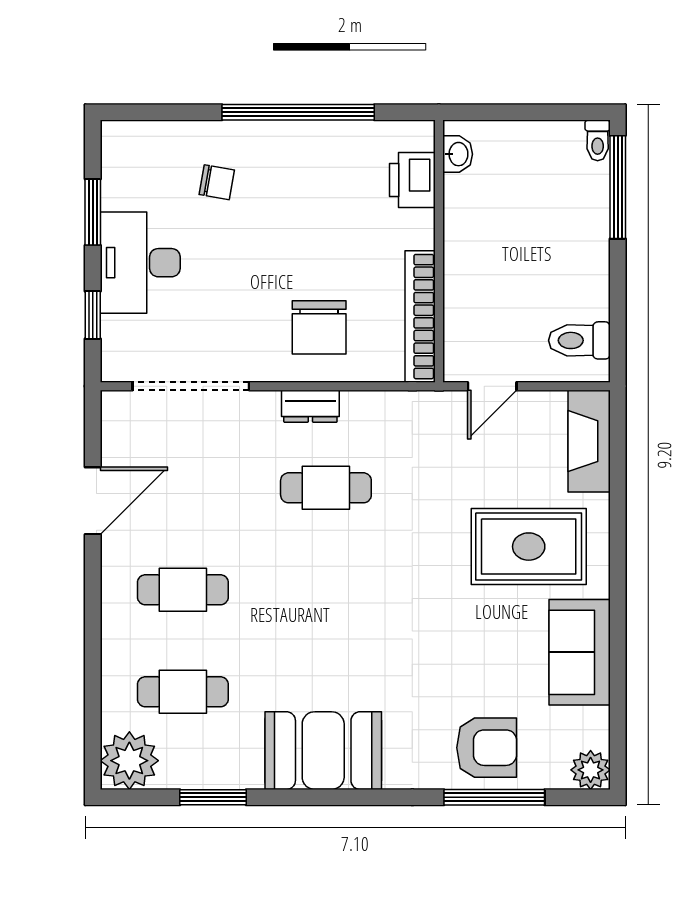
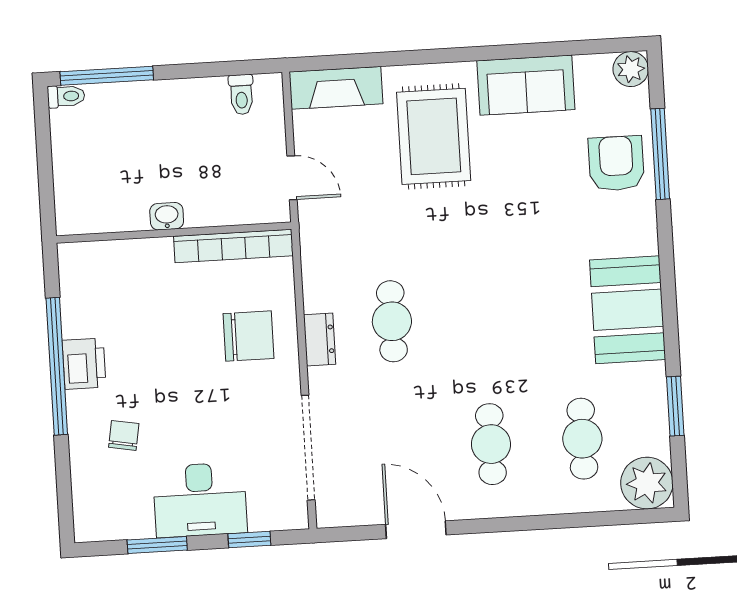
washbasin: (458, 154) -> (167, 216), moved
printer: (412, 180) -> (84, 364), moved, turned -90
toilet: (579, 340) -> (241, 95), width x0.73, depth x0.72

